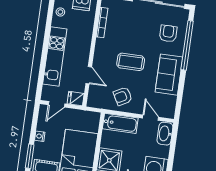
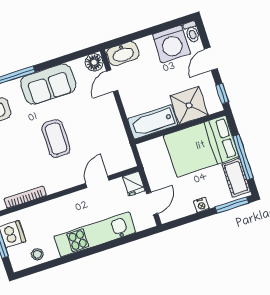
armchair: (123, 96) -> (103, 128), removed
door: (57, 104) -> (152, 204), hinge flipped
floor lamp: (169, 112) -> (94, 62), added
bathtub: (120, 123) -> (153, 122), moved, turned -90

